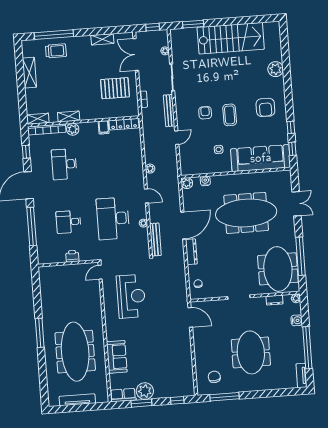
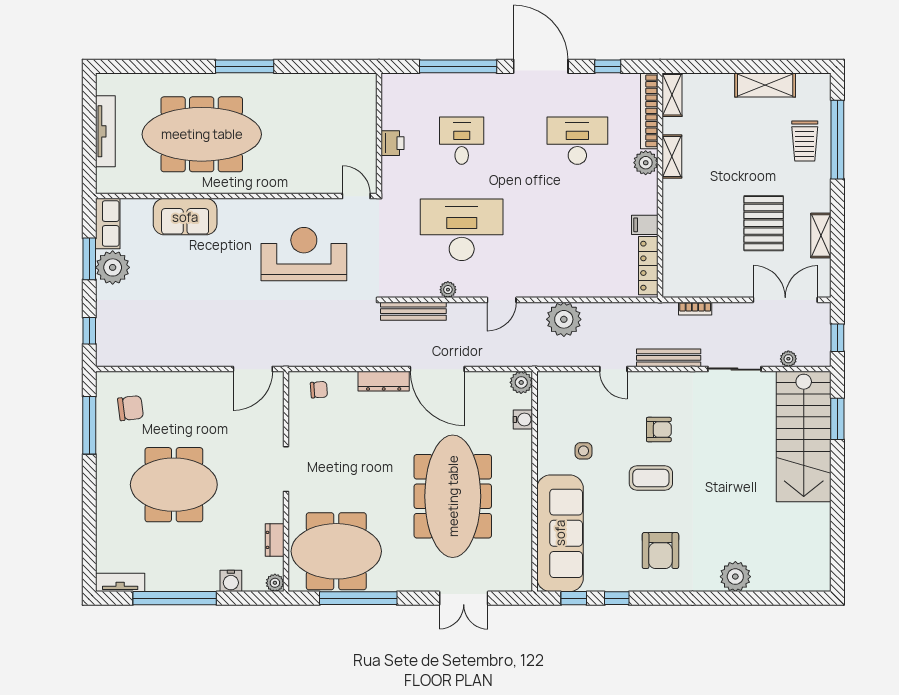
stairs: (231, 38) -> (804, 437), moved
pallet: (115, 88) -> (764, 223), moved
armchair: (265, 107) -> (660, 551), turned -90
plant: (150, 169) -> (564, 319), width x1.87, depth x1.87
reception desk: (131, 296) -> (304, 254), turned 180

